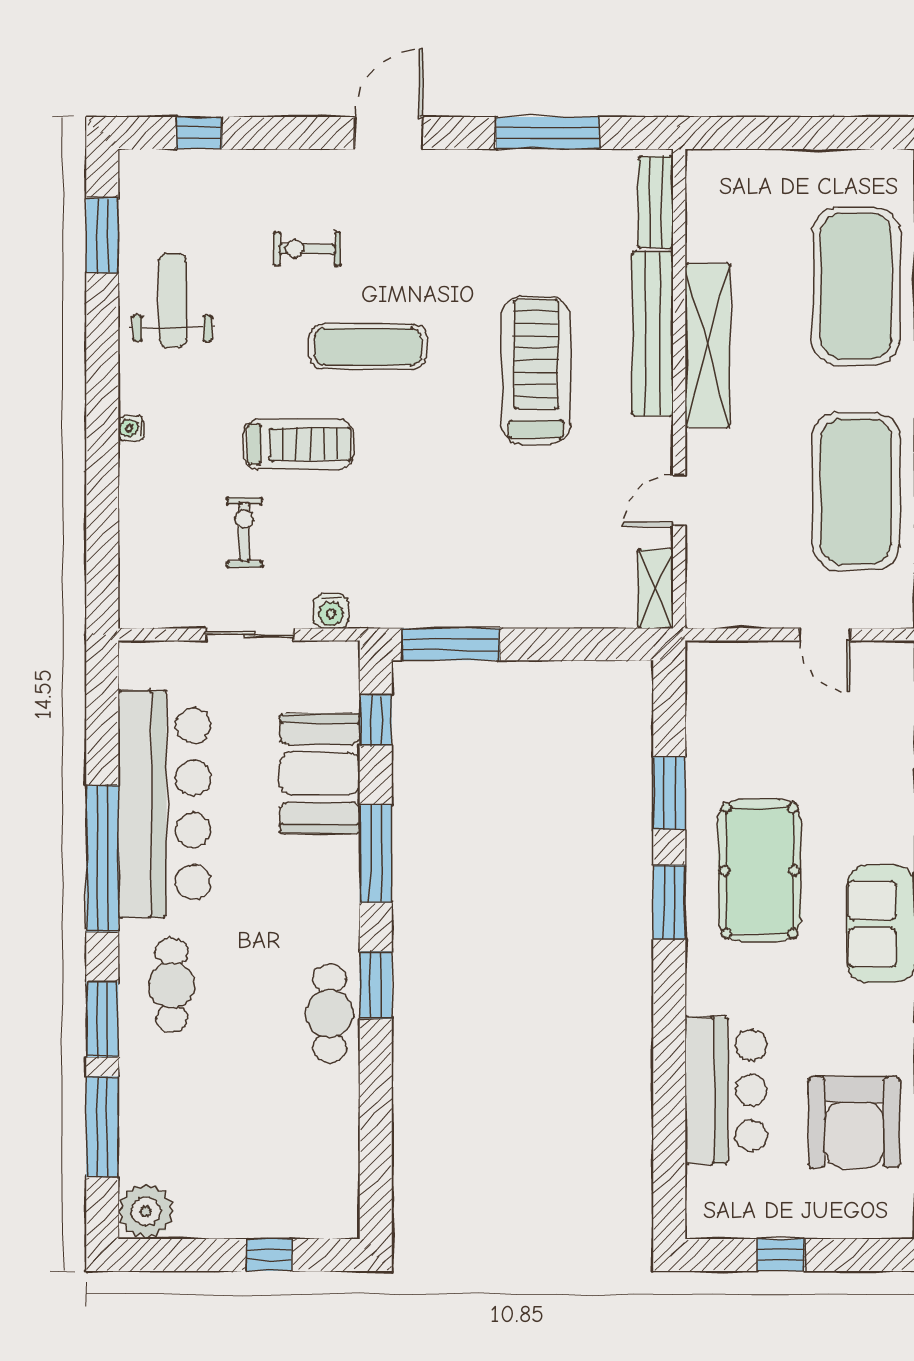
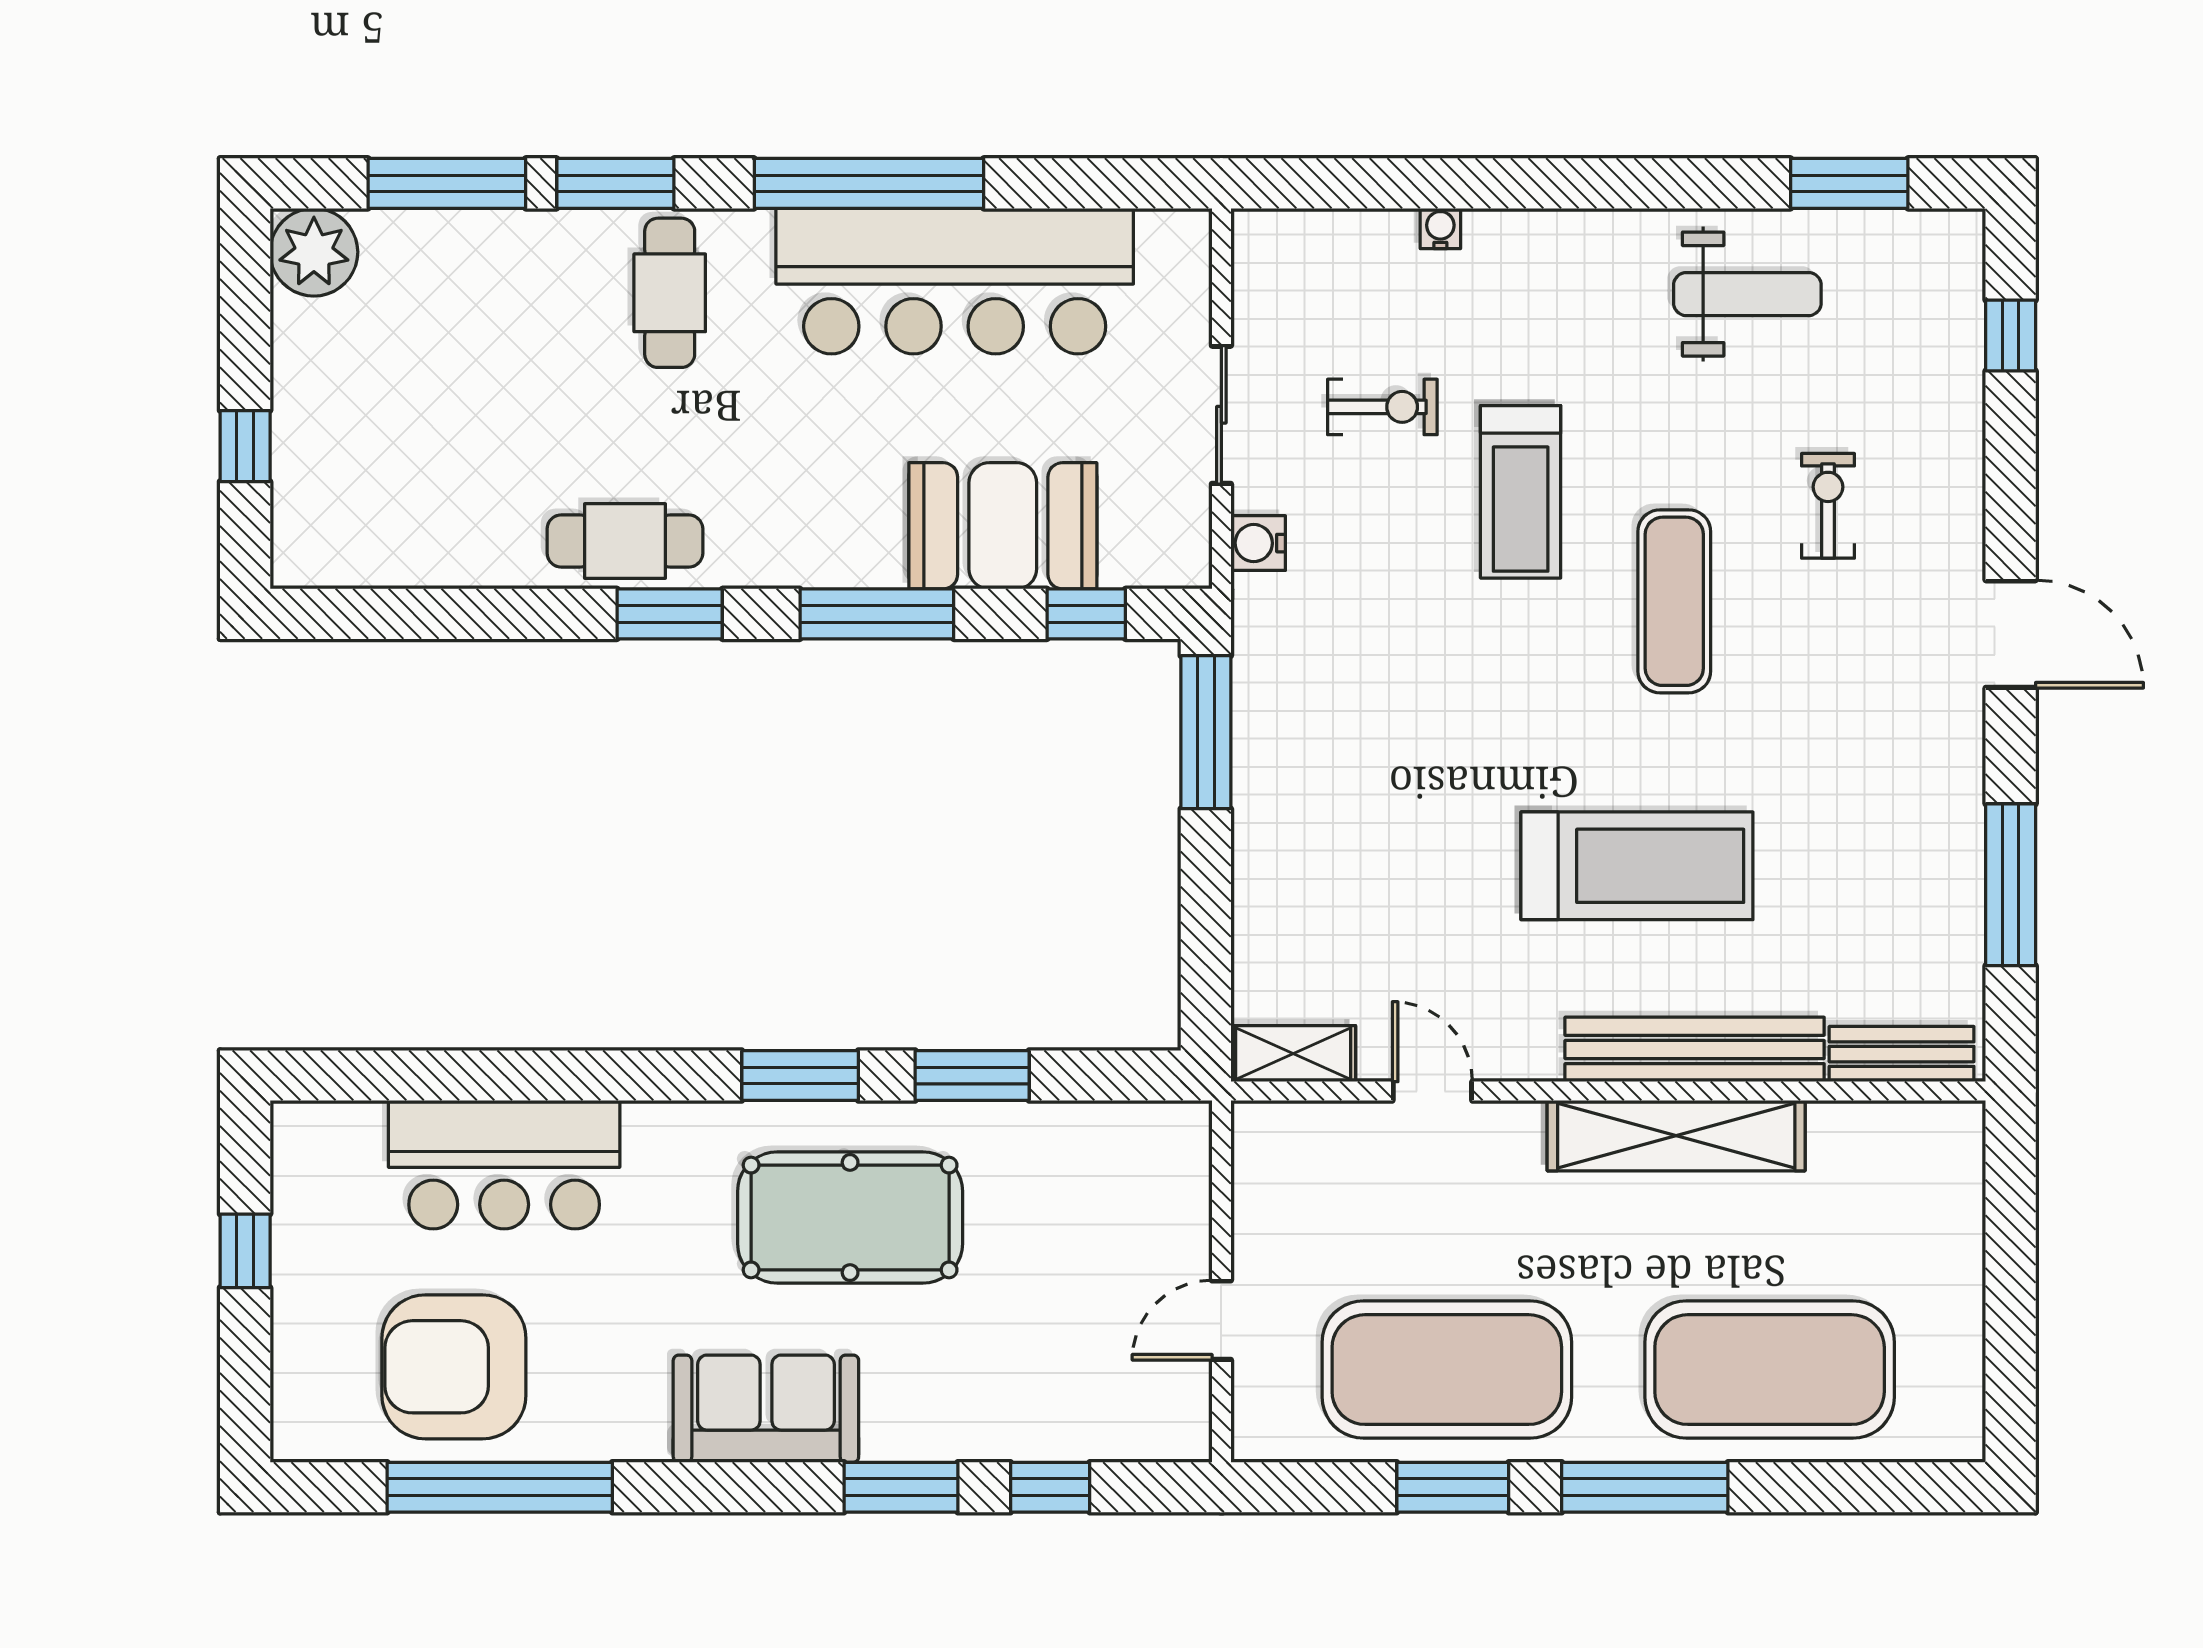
water cooler: (131, 428) -> (1440, 229), moved
cafe table: (172, 985) -> (670, 293), turned 90

